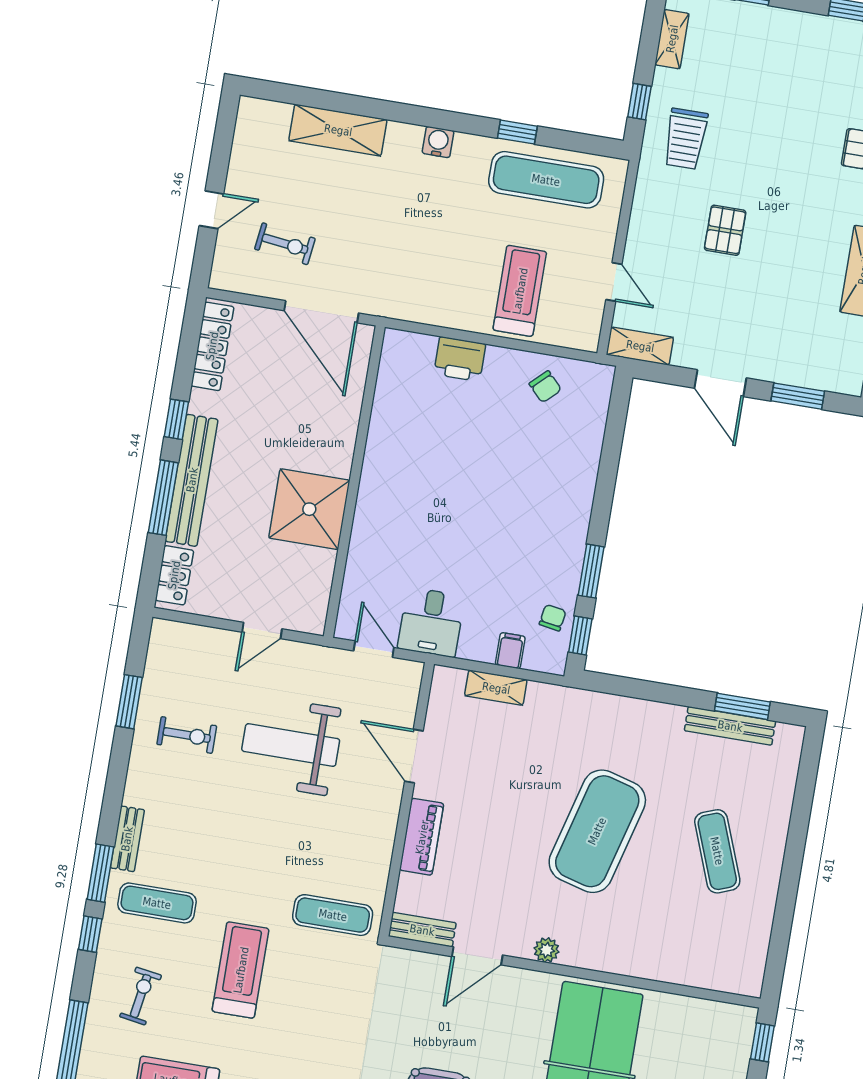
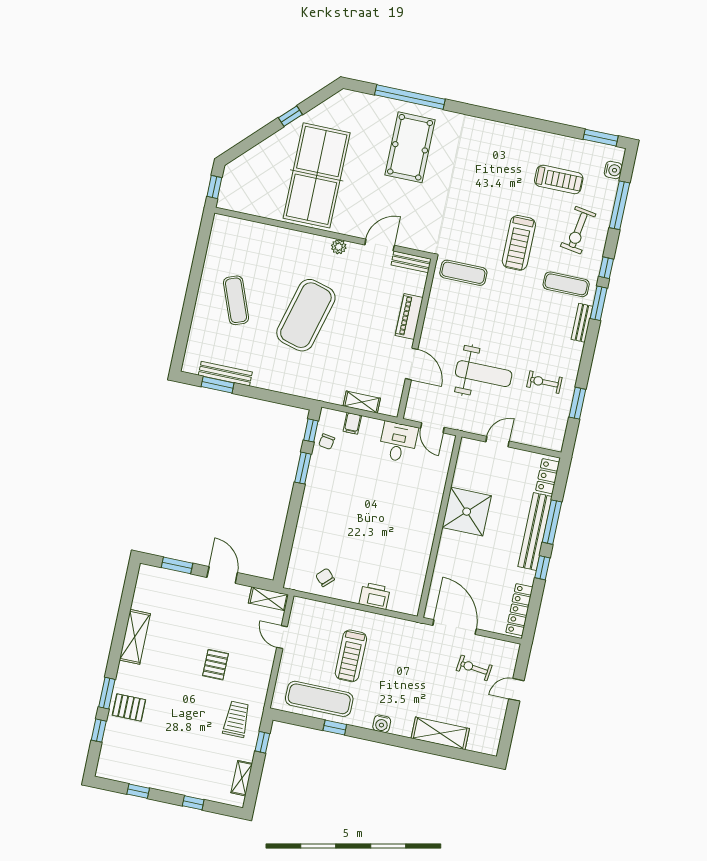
treadmill: (520, 291) -> (351, 656), moved
exercise bike: (141, 996) -> (578, 230), width x1.38, depth x1.39

